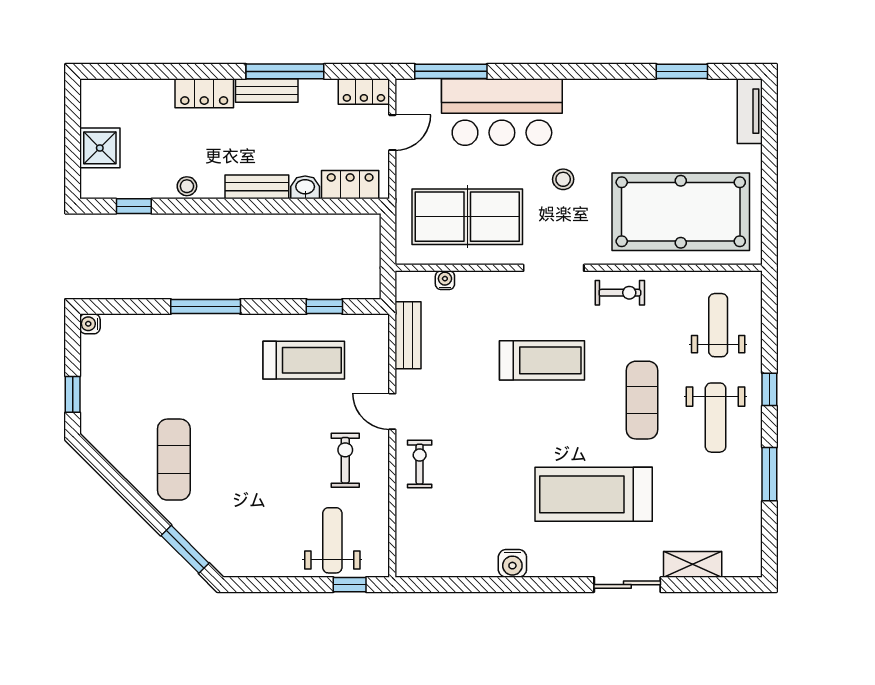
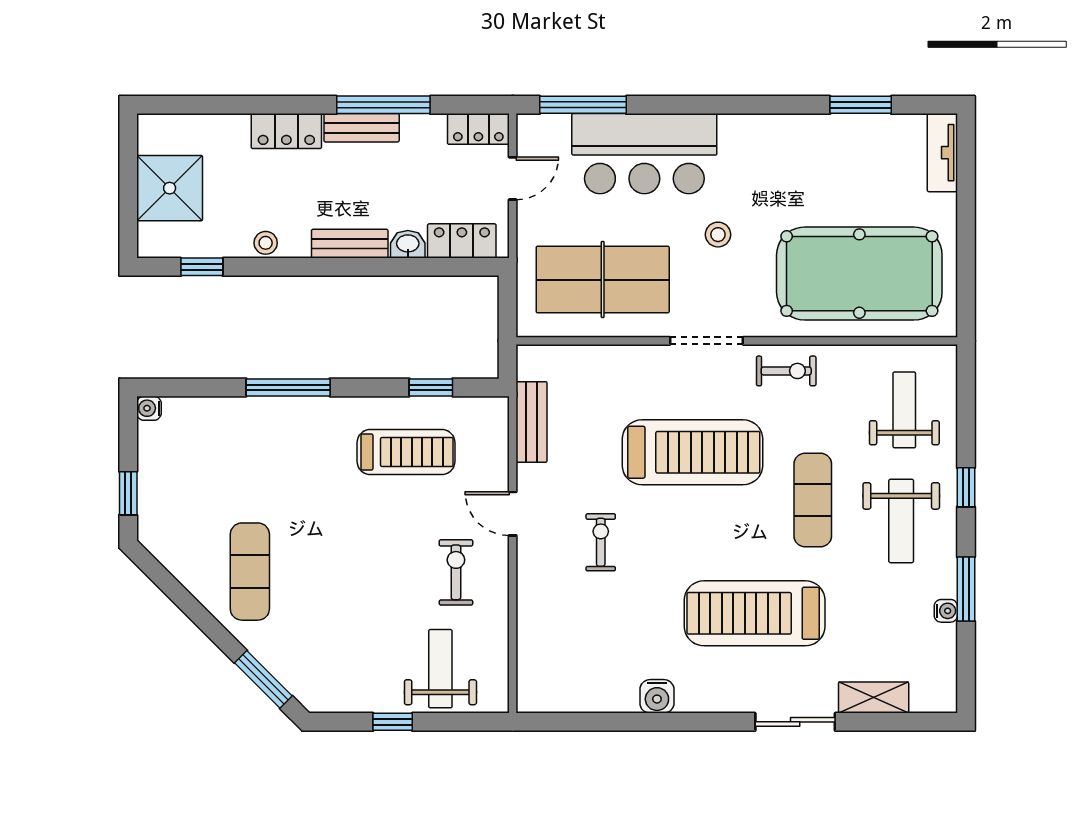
shower: (100, 148) -> (170, 188), width x1.36, depth x1.36
water cooler: (445, 280) -> (946, 611), moved, turned 90
treadmill: (542, 360) -> (692, 452), width x1.37, depth x1.38
exercise bike: (420, 464) -> (601, 542), moved
window: (350, 585) -> (393, 722), moved

